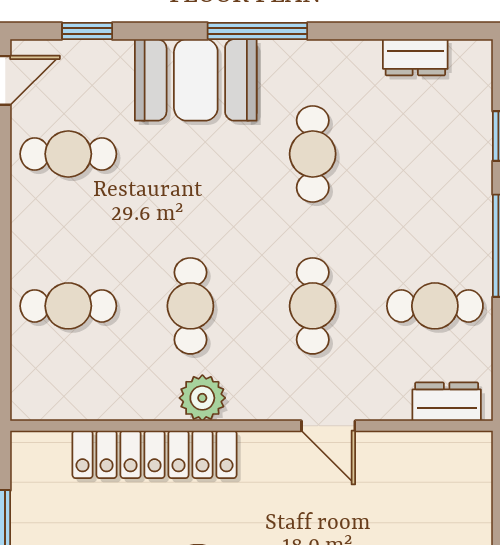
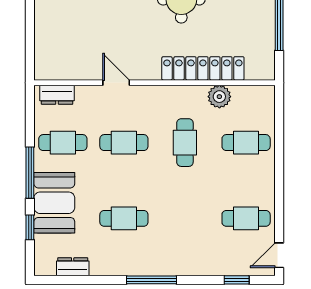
booth: (196, 80) -> (54, 203), moved, turned 90
cafe table: (313, 154) -> (124, 218), turned 90
cafe table: (313, 306) -> (124, 143), turned 90
plant: (202, 398) -> (219, 97), moved

